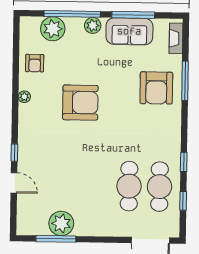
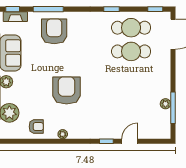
window: (186, 35) -> (13, 9), added
armchair: (156, 88) -> (54, 31), turned -90
window: (183, 201) -> (155, 9), moved
plant: (61, 223) -> (165, 104), width x0.53, depth x0.53

